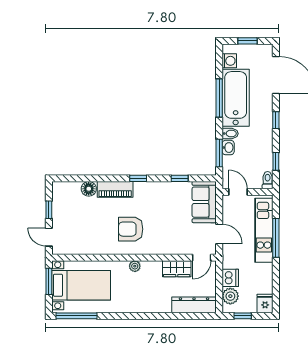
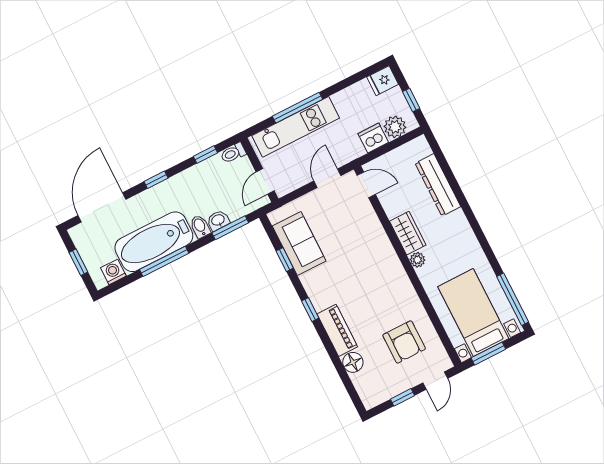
sofa: (204, 202) -> (299, 243), moved, turned -90
armchair: (131, 229) -> (404, 342), moved
wardrobe: (177, 269) -> (408, 233), moved
dresser: (194, 305) -> (438, 185), moved

